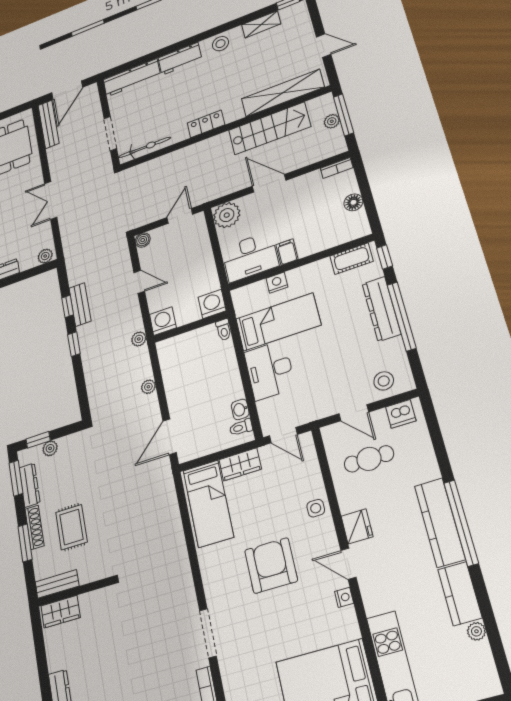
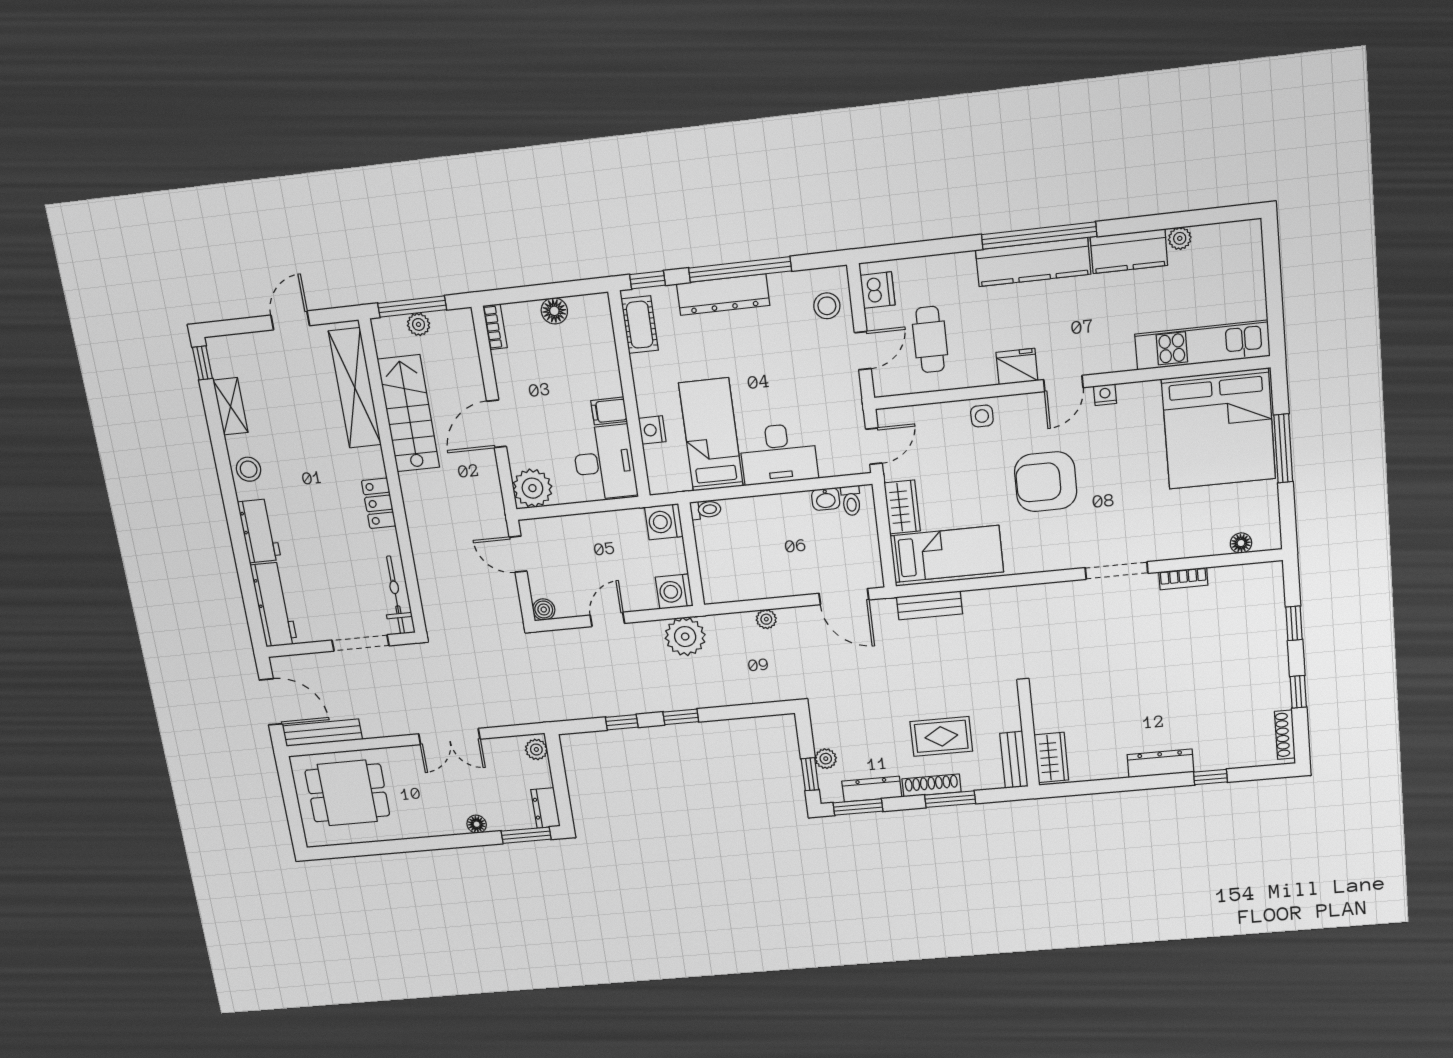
bench: (80, 304) -> (929, 605), moved
plant: (139, 339) -> (685, 637), width x1.88, depth x1.88

